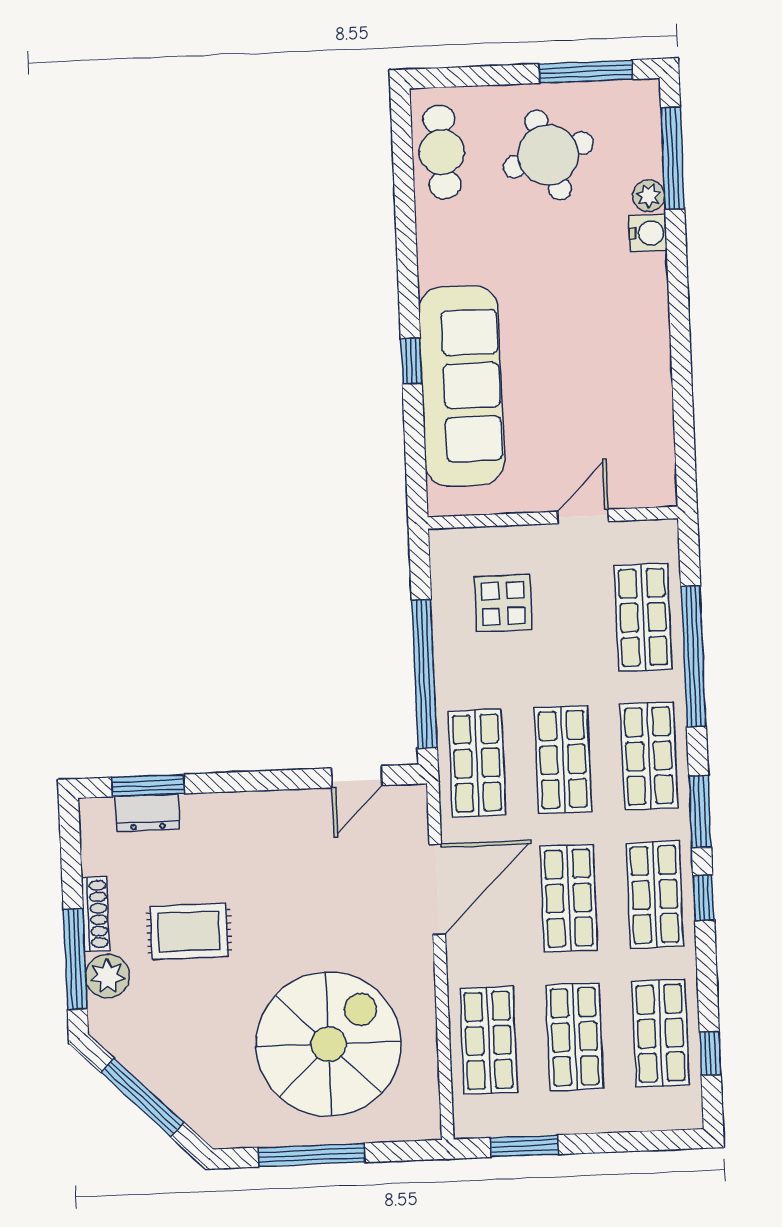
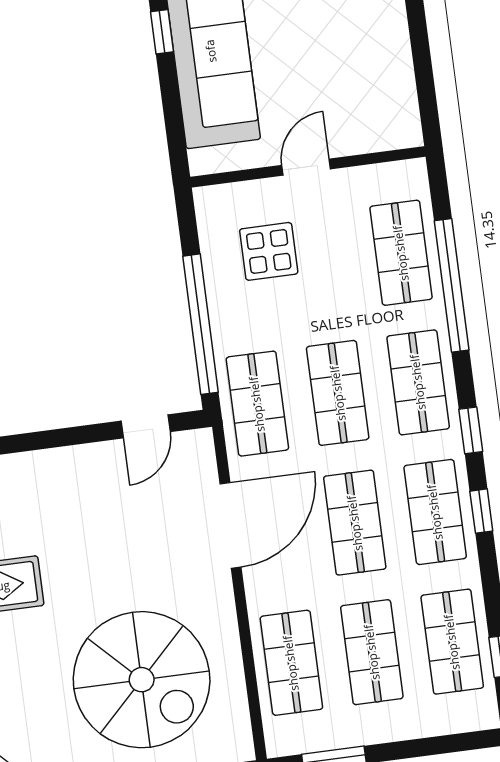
door: (583, 516) -> (306, 167), moved
window: (700, 812) -> (471, 430), width x0.67
spiral stairs: (329, 1044) -> (142, 680), turned 90

